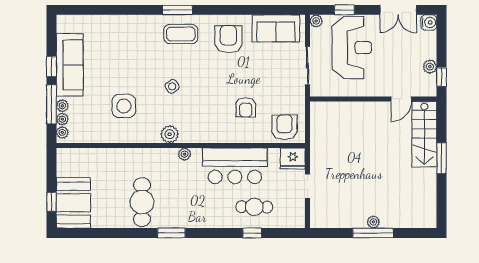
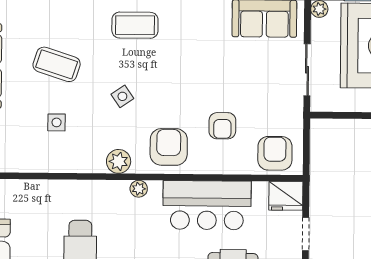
armchair: (228, 39) -> (169, 147), moved
coffee table: (123, 63) -> (57, 64), added
side table: (124, 106) -> (57, 122), width x0.54, depth x0.54

